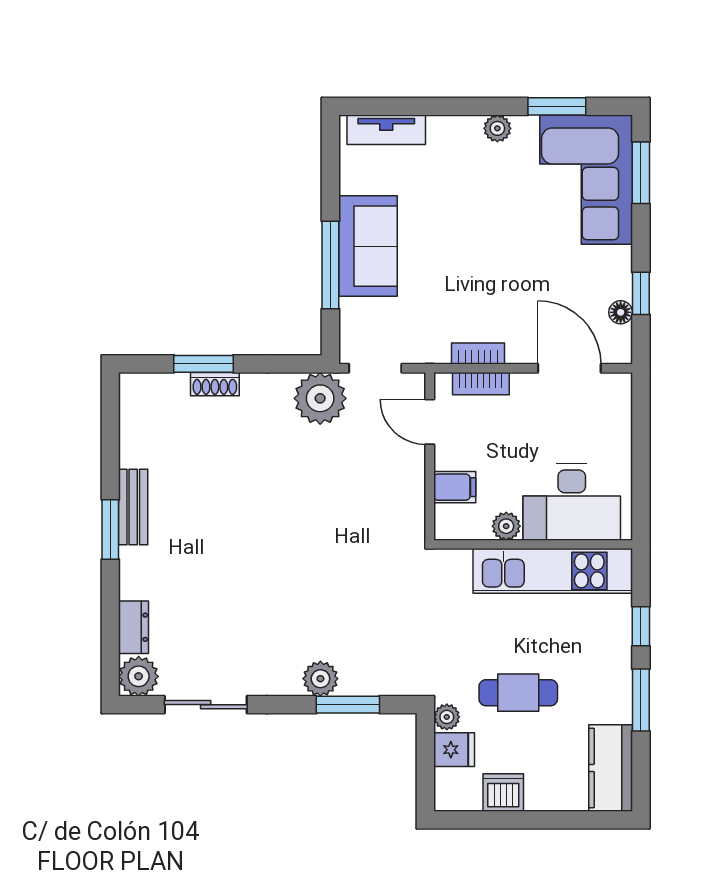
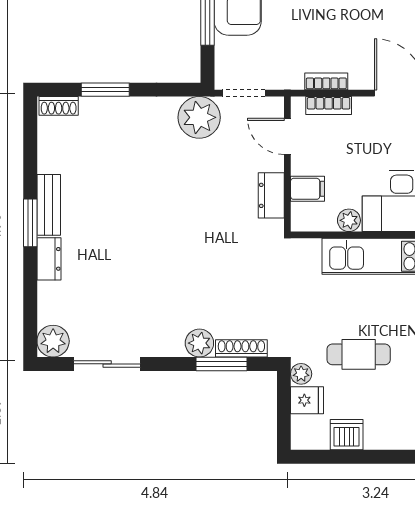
shoe rack: (215, 384) -> (59, 106), moved
dresser: (410, 495) -> (271, 195), added
dresser: (134, 627) -> (49, 259), moved
shoe rack: (373, 685) -> (241, 348), added

